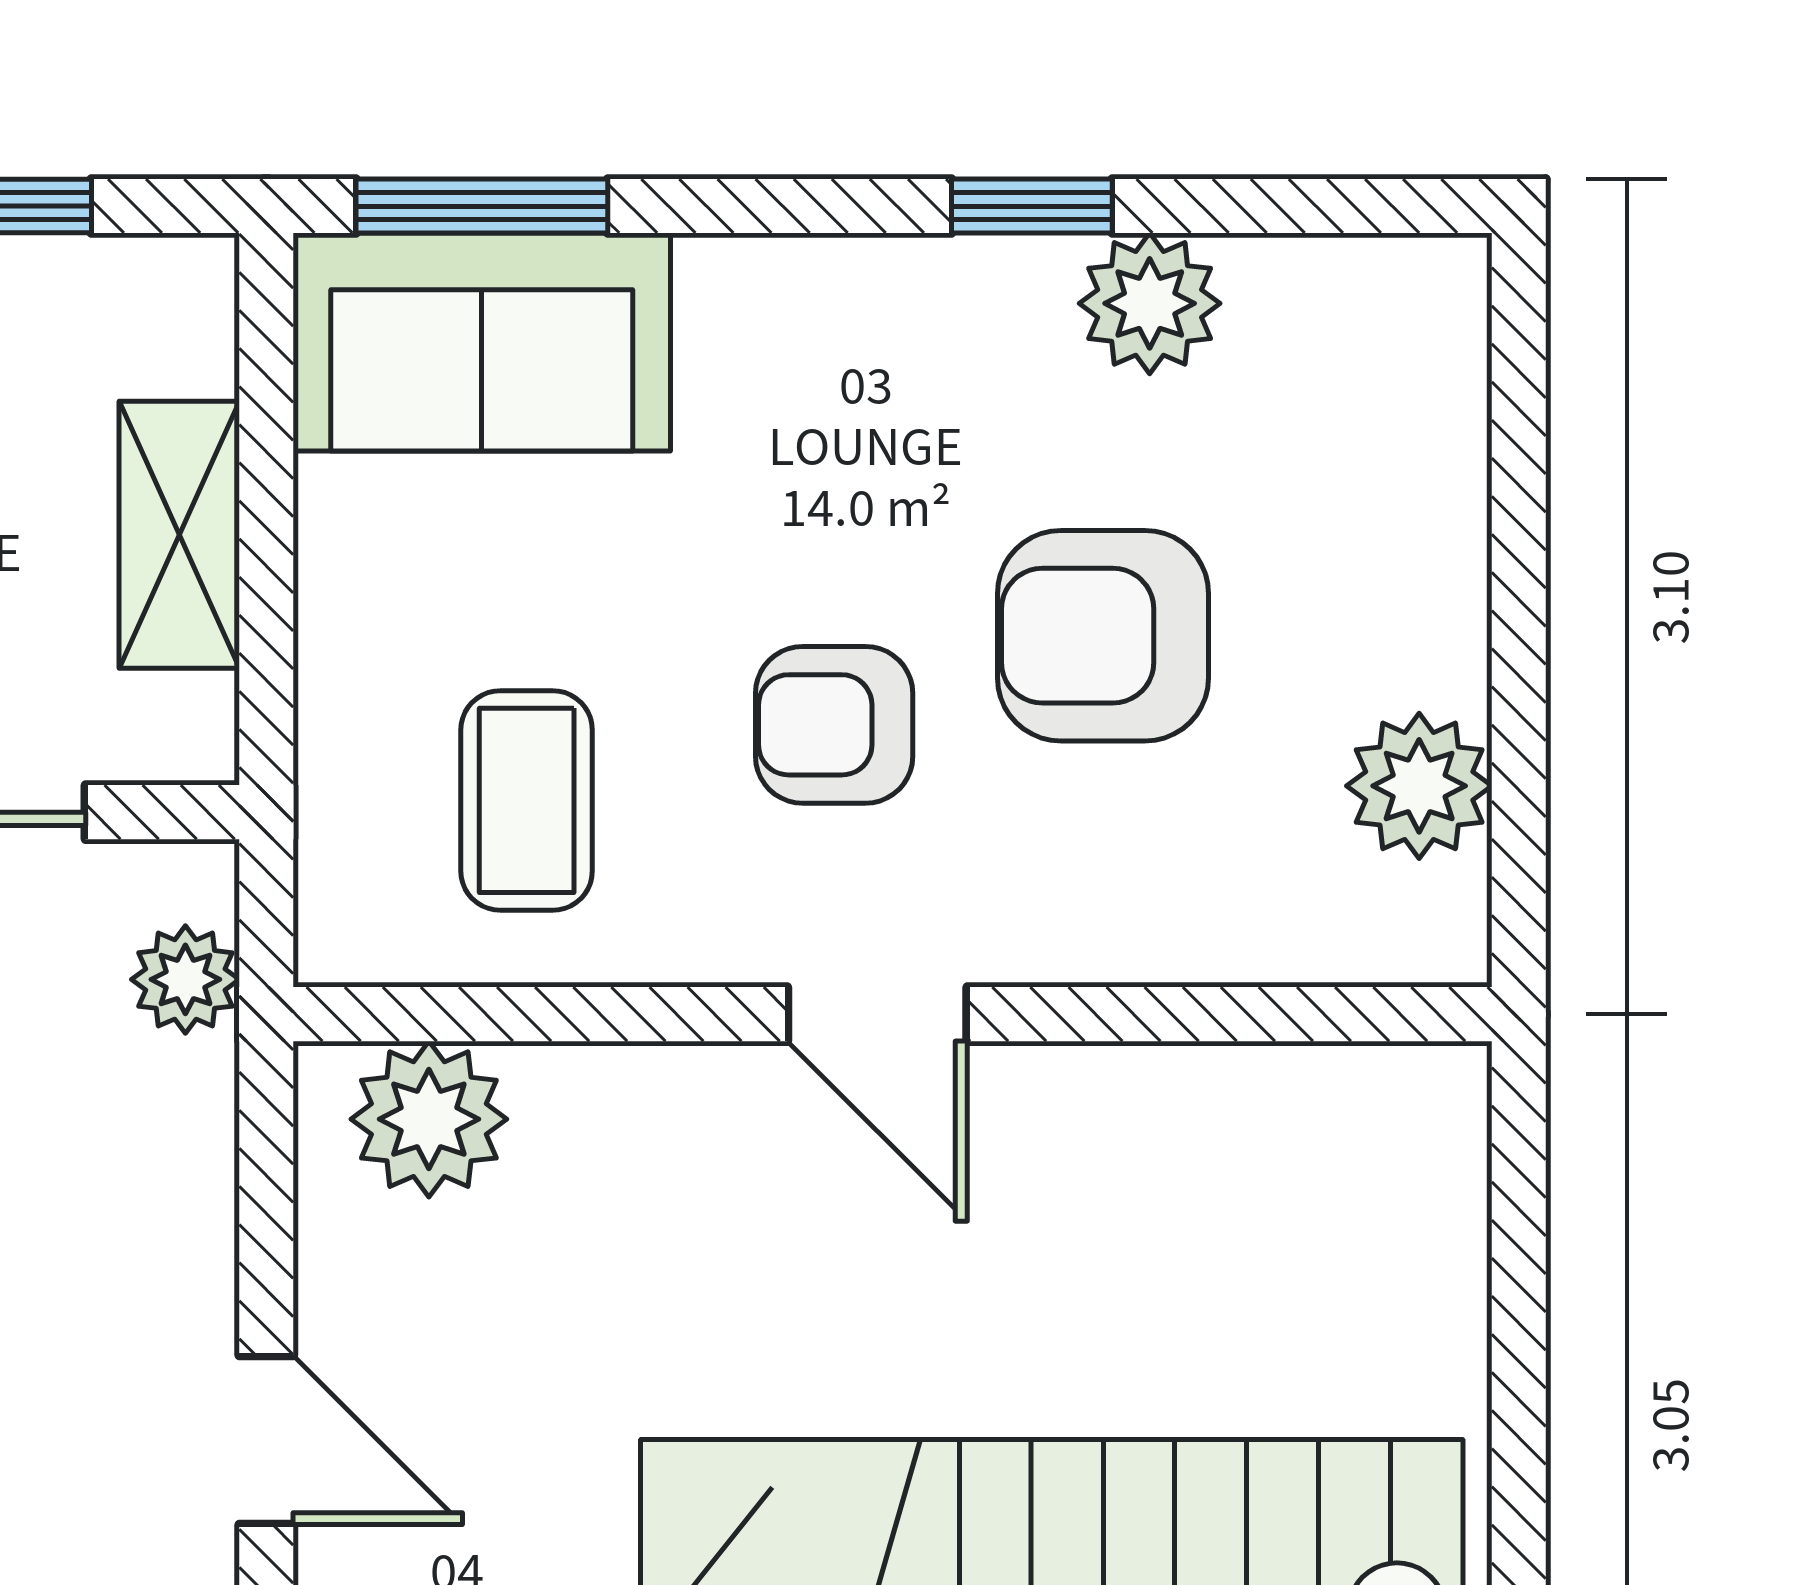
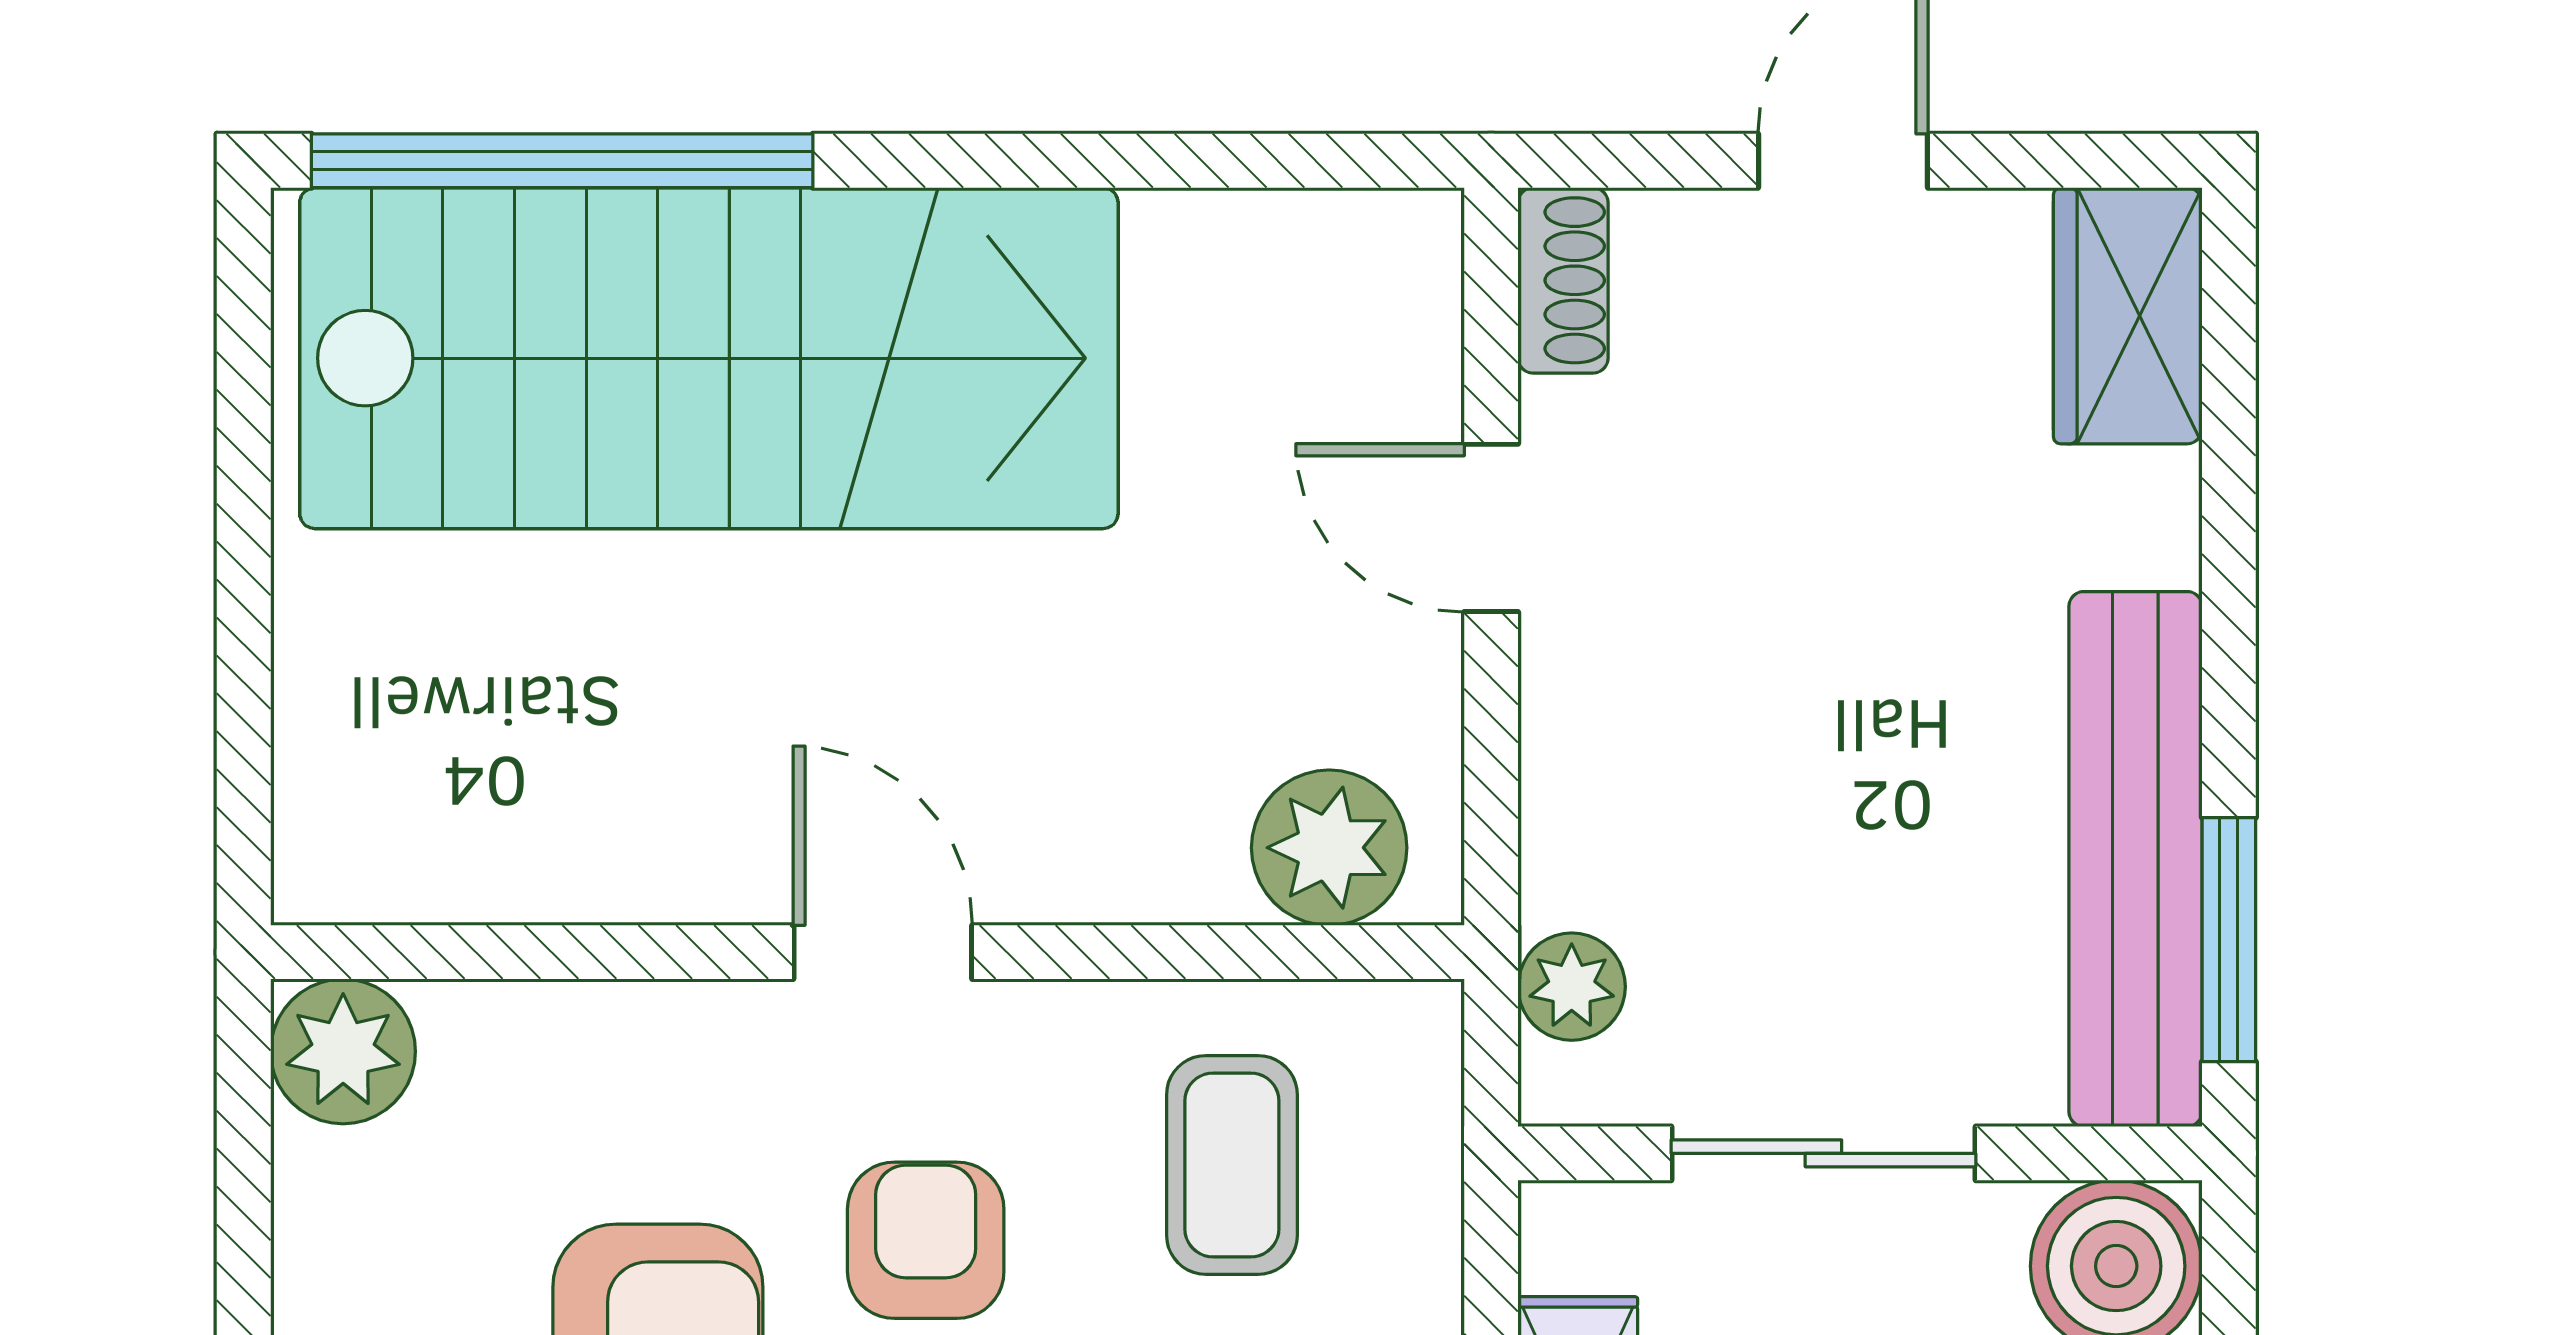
armchair: (834, 725) -> (926, 1240), turned -90
plant: (1419, 786) -> (343, 1051), moved

